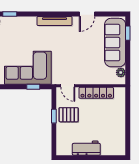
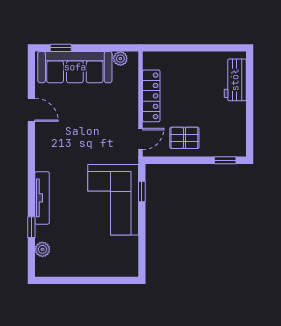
tv unit: (55, 21) -> (42, 198), moved
pallet: (69, 115) -> (184, 138), turned 90
window: (54, 116) -> (225, 160), moved
workbench: (86, 148) -> (235, 80), moved

